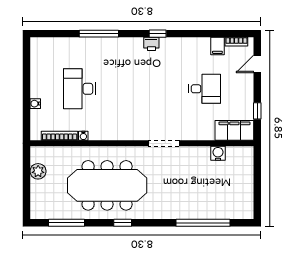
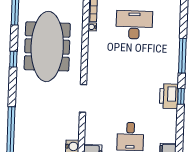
window: (99, 34) -> (182, 56), moved
printer: (151, 44) -> (169, 96), width x1.87, depth x1.48

